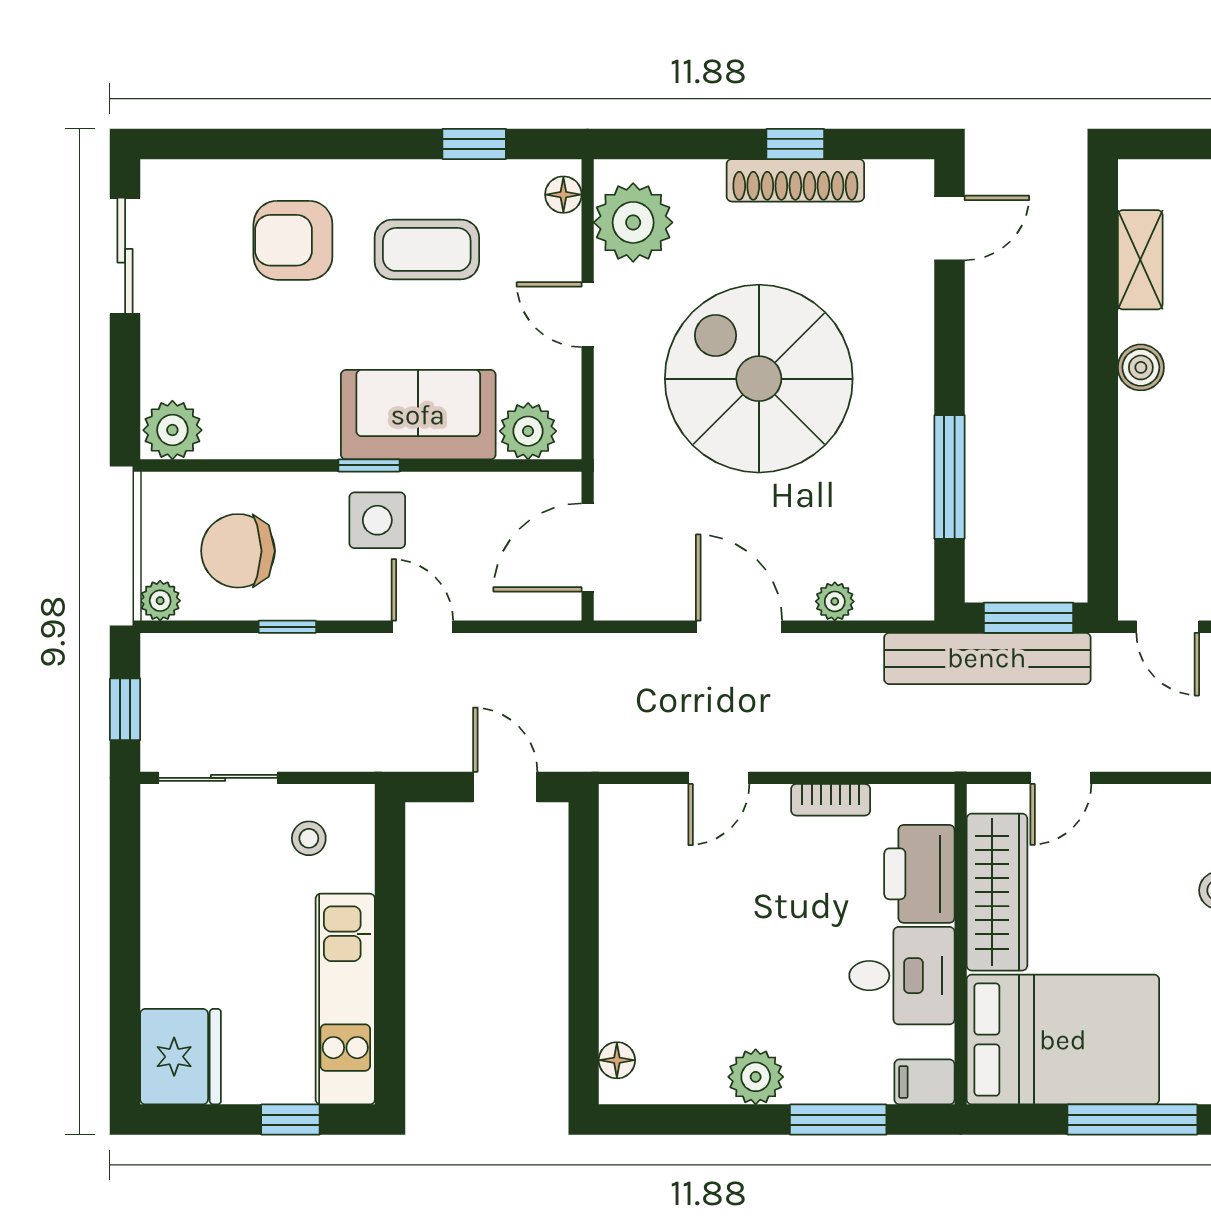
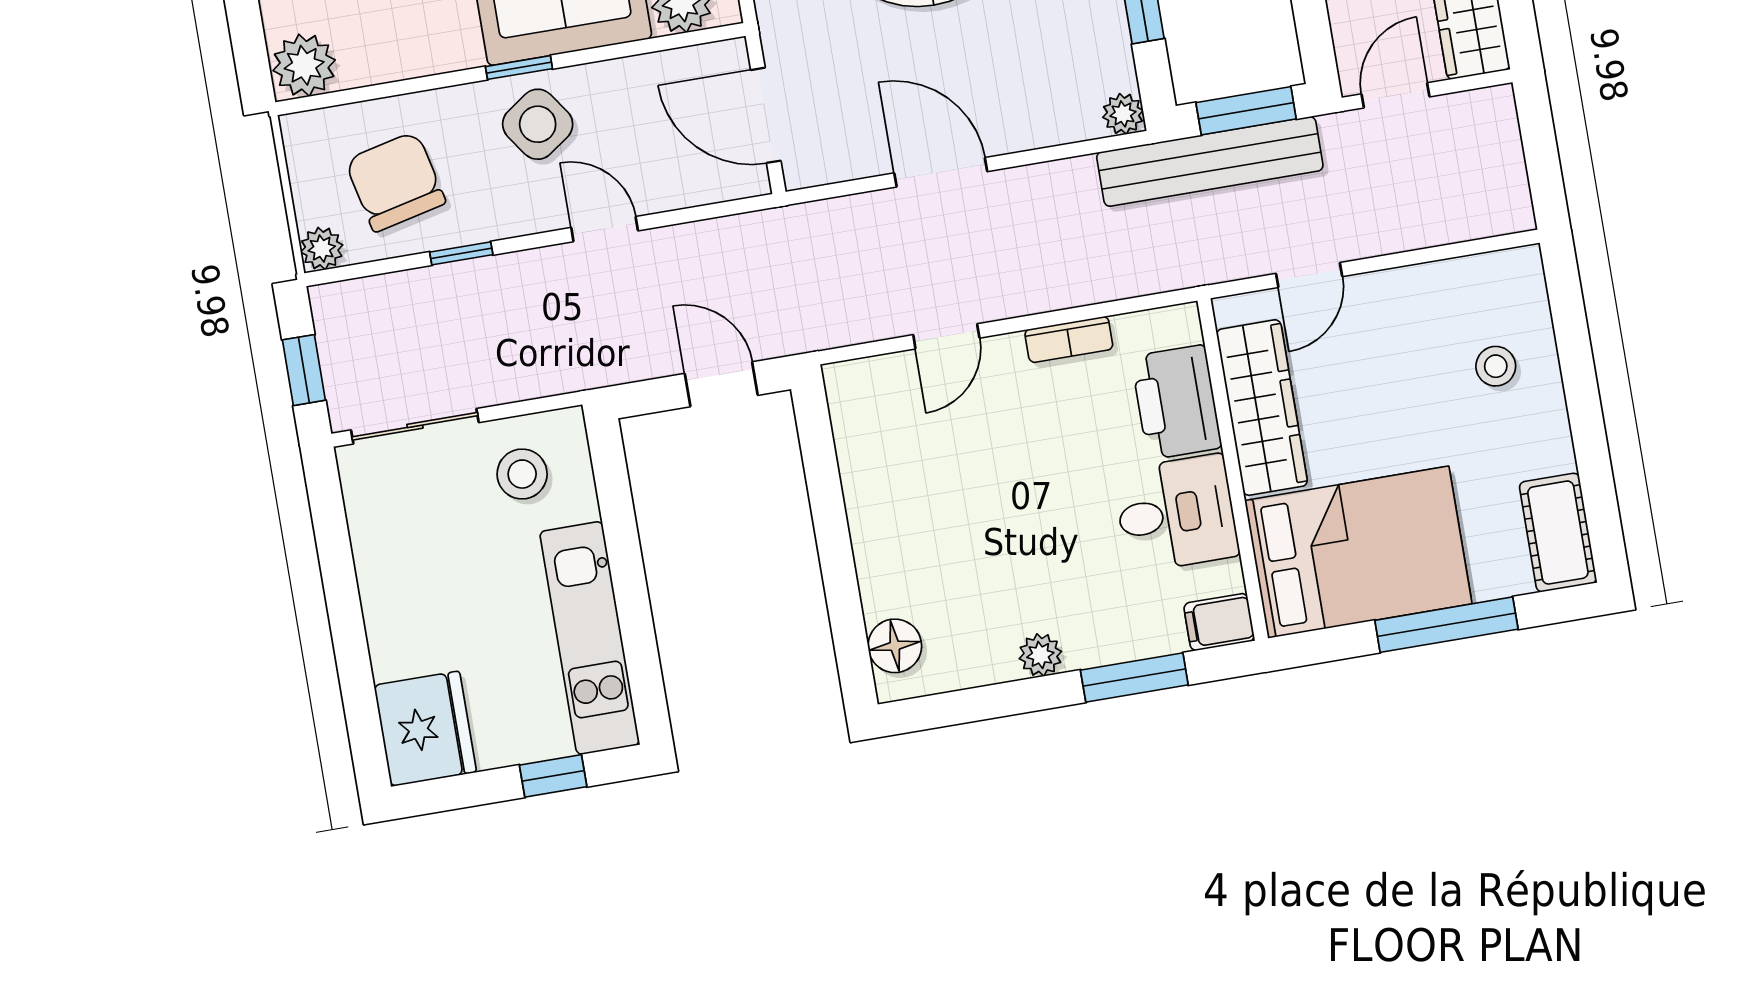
side table: (377, 520) -> (538, 124), turned -35
door: (588, 547) -> (766, 115), hinge flipped
chair: (238, 551) -> (395, 182), turned 77
plant: (835, 601) -> (1123, 114), moved
door: (1168, 627) -> (1395, 95), swing flipped
stool: (309, 838) -> (522, 474), width x1.37, depth x1.37
floor lamp: (617, 1060) -> (895, 646), width x1.37, depth x1.37
plant: (756, 1077) -> (1040, 655), width x0.73, depth x0.73

